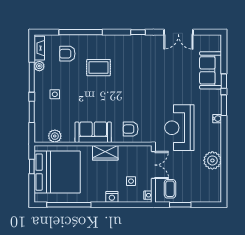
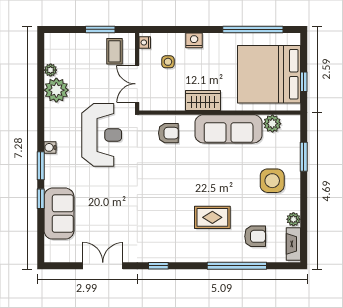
window: (32, 77) -> (304, 204), removed
side table: (55, 94) -> (272, 181), width x1.87, depth x1.87
sofa: (93, 132) -> (229, 129), width x1.36
plant: (217, 175) -> (51, 70), added

